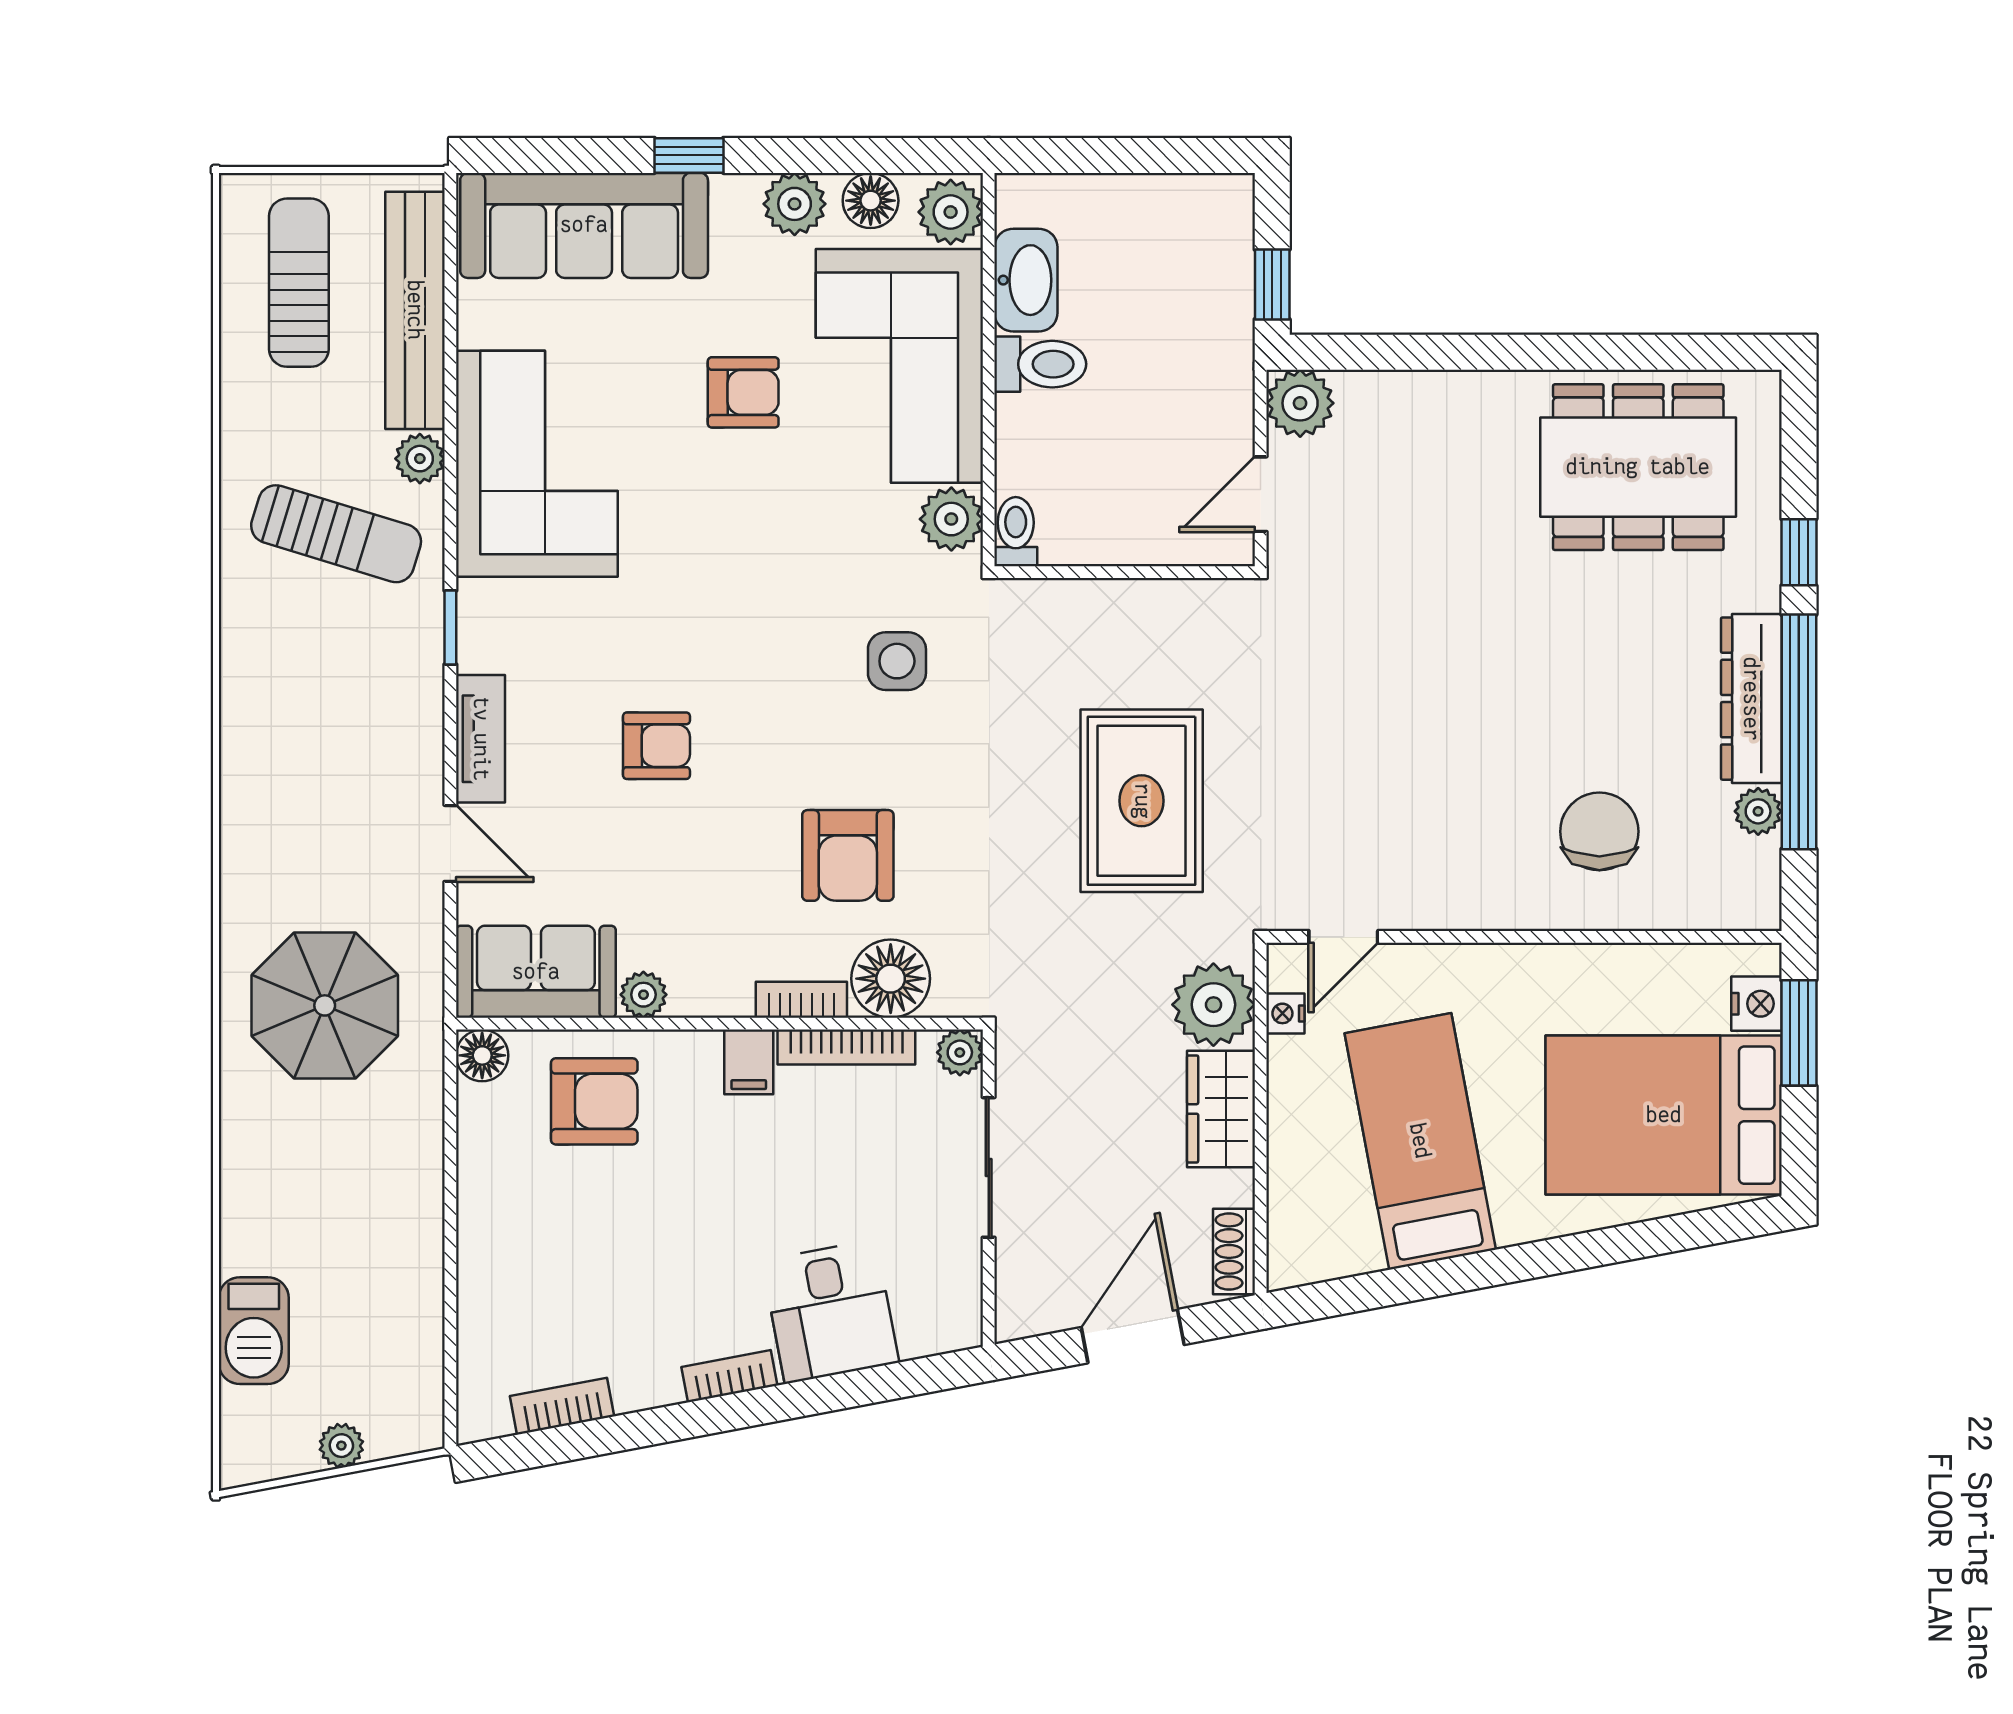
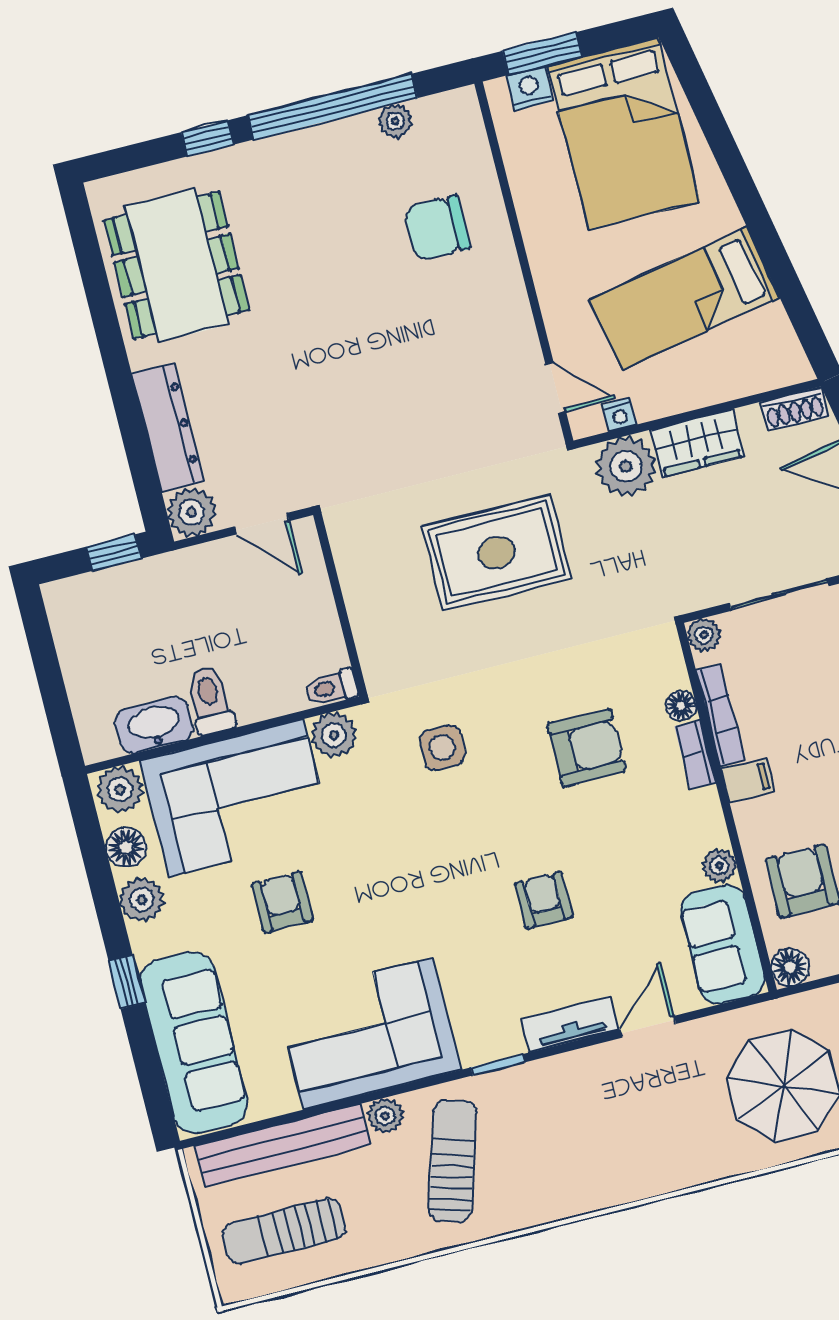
dresser: (1751, 699) -> (168, 427), moved, turned -90
floor lamp: (891, 979) -> (681, 706), width x0.53, depth x0.53

